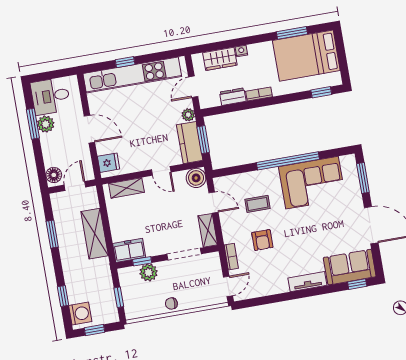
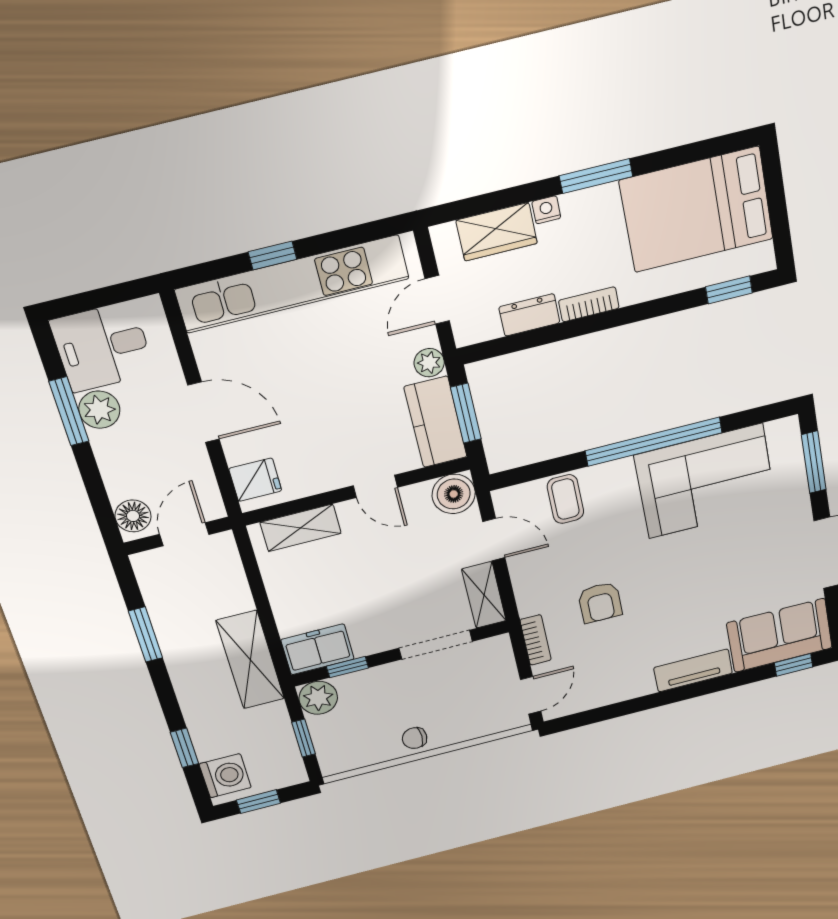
window: (292, 33) -> (596, 176), moved
coffee table: (257, 204) -> (565, 499), moved, turned 90
shelving: (95, 234) -> (250, 660), moved
plant: (149, 272) -> (318, 698), moved

